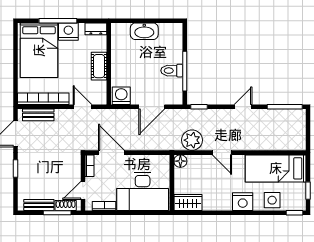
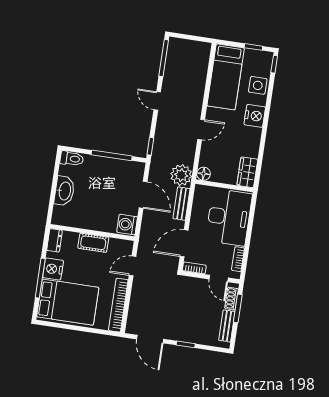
toilet: (172, 71) -> (72, 159), moved, turned -90
bench: (38, 115) -> (182, 204), moved
plant: (192, 140) -> (181, 175), moved

